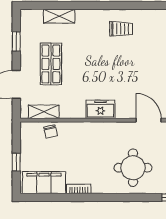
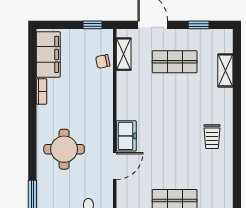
freezer: (100, 109) -> (126, 136), moved
window: (16, 162) -> (93, 25), moved

